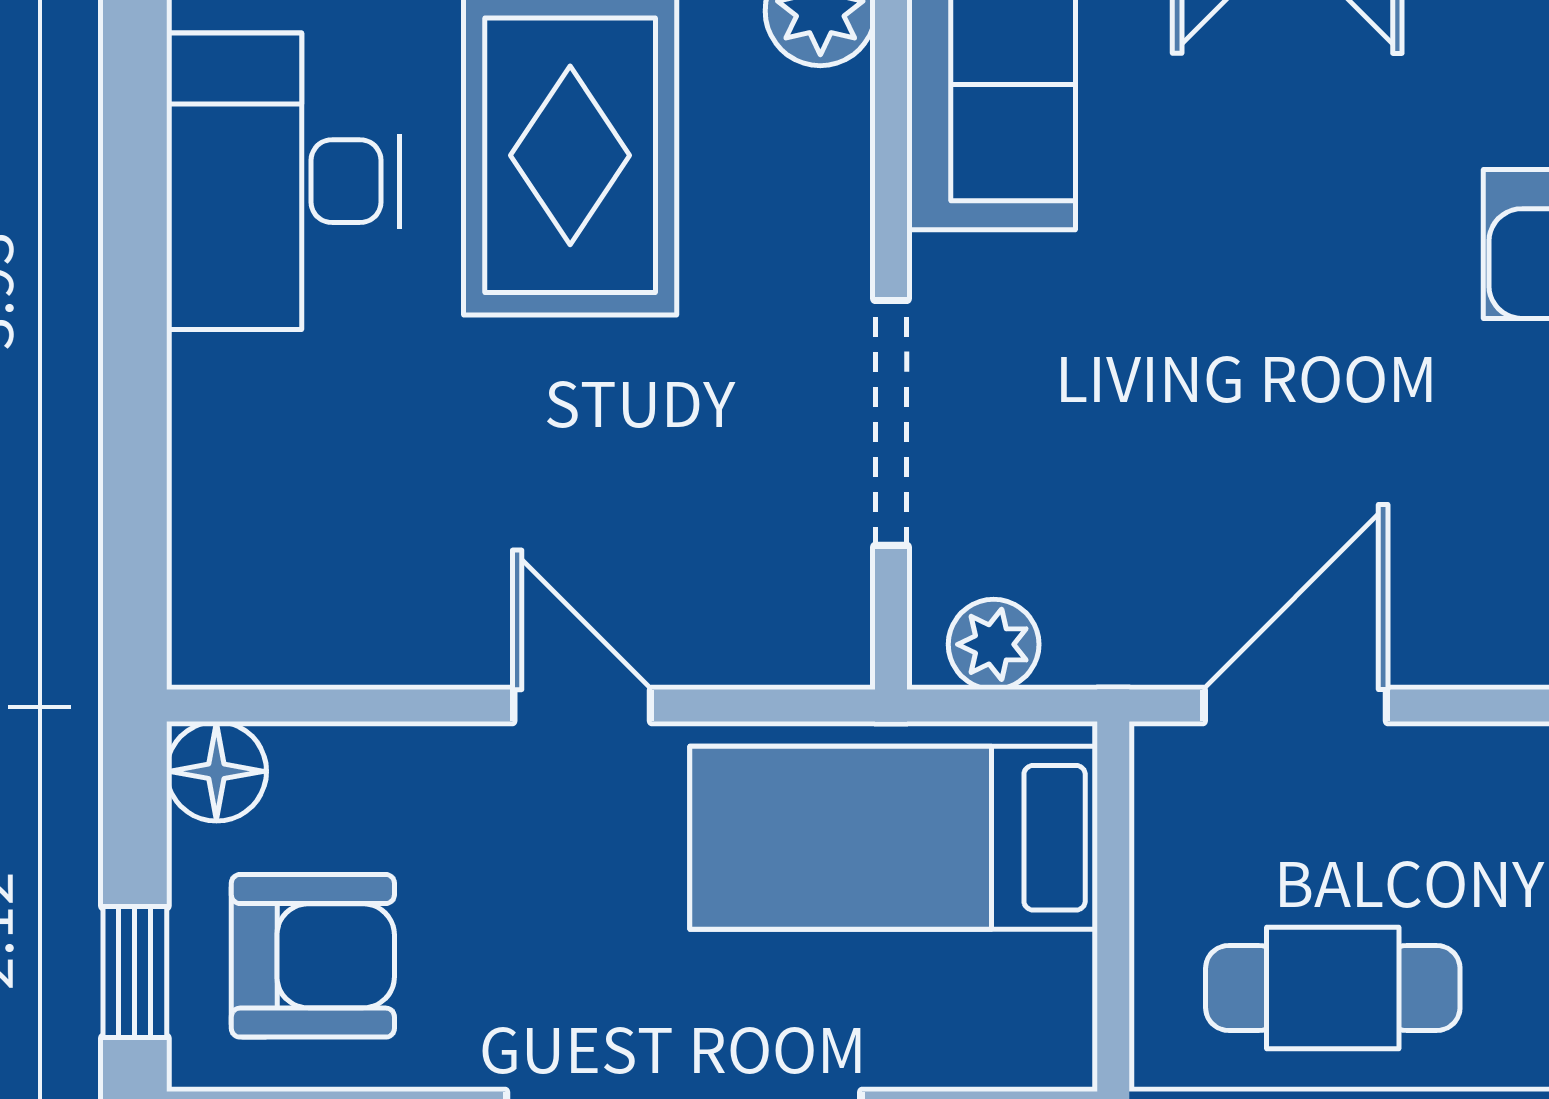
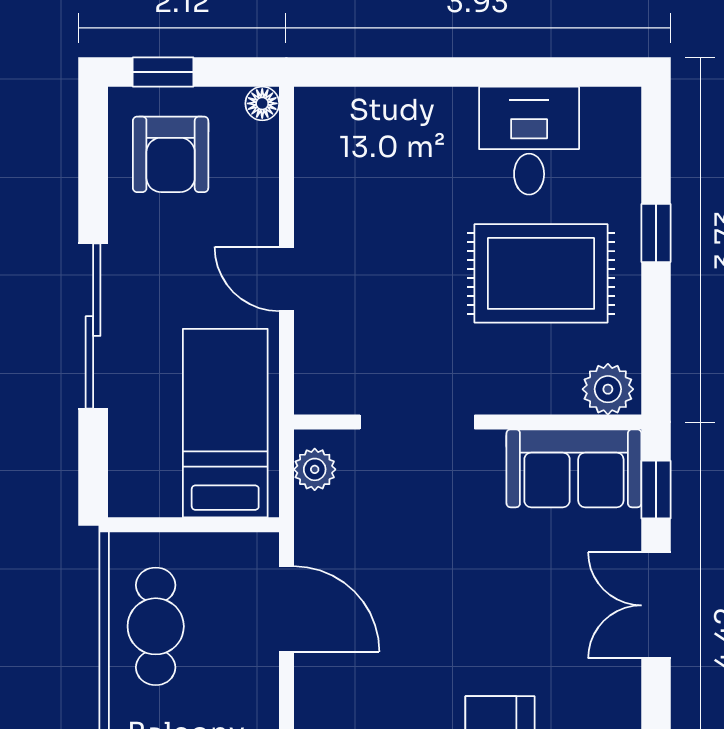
desk: (283, 181) -> (529, 141), width x0.73
door: (582, 705) -> (286, 279), swing flipped
floor lamp: (216, 771) -> (262, 103), width x0.73, depth x0.73

